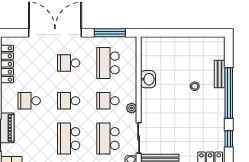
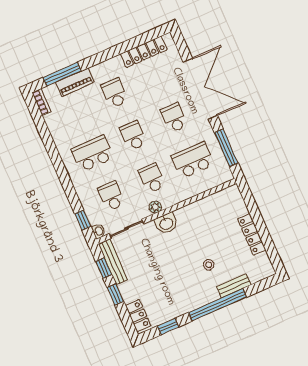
locker: (186, 42) -> (252, 234), added
washbasin: (148, 79) -> (166, 223), moved
school desk: (108, 139) -> (111, 196), width x0.54

